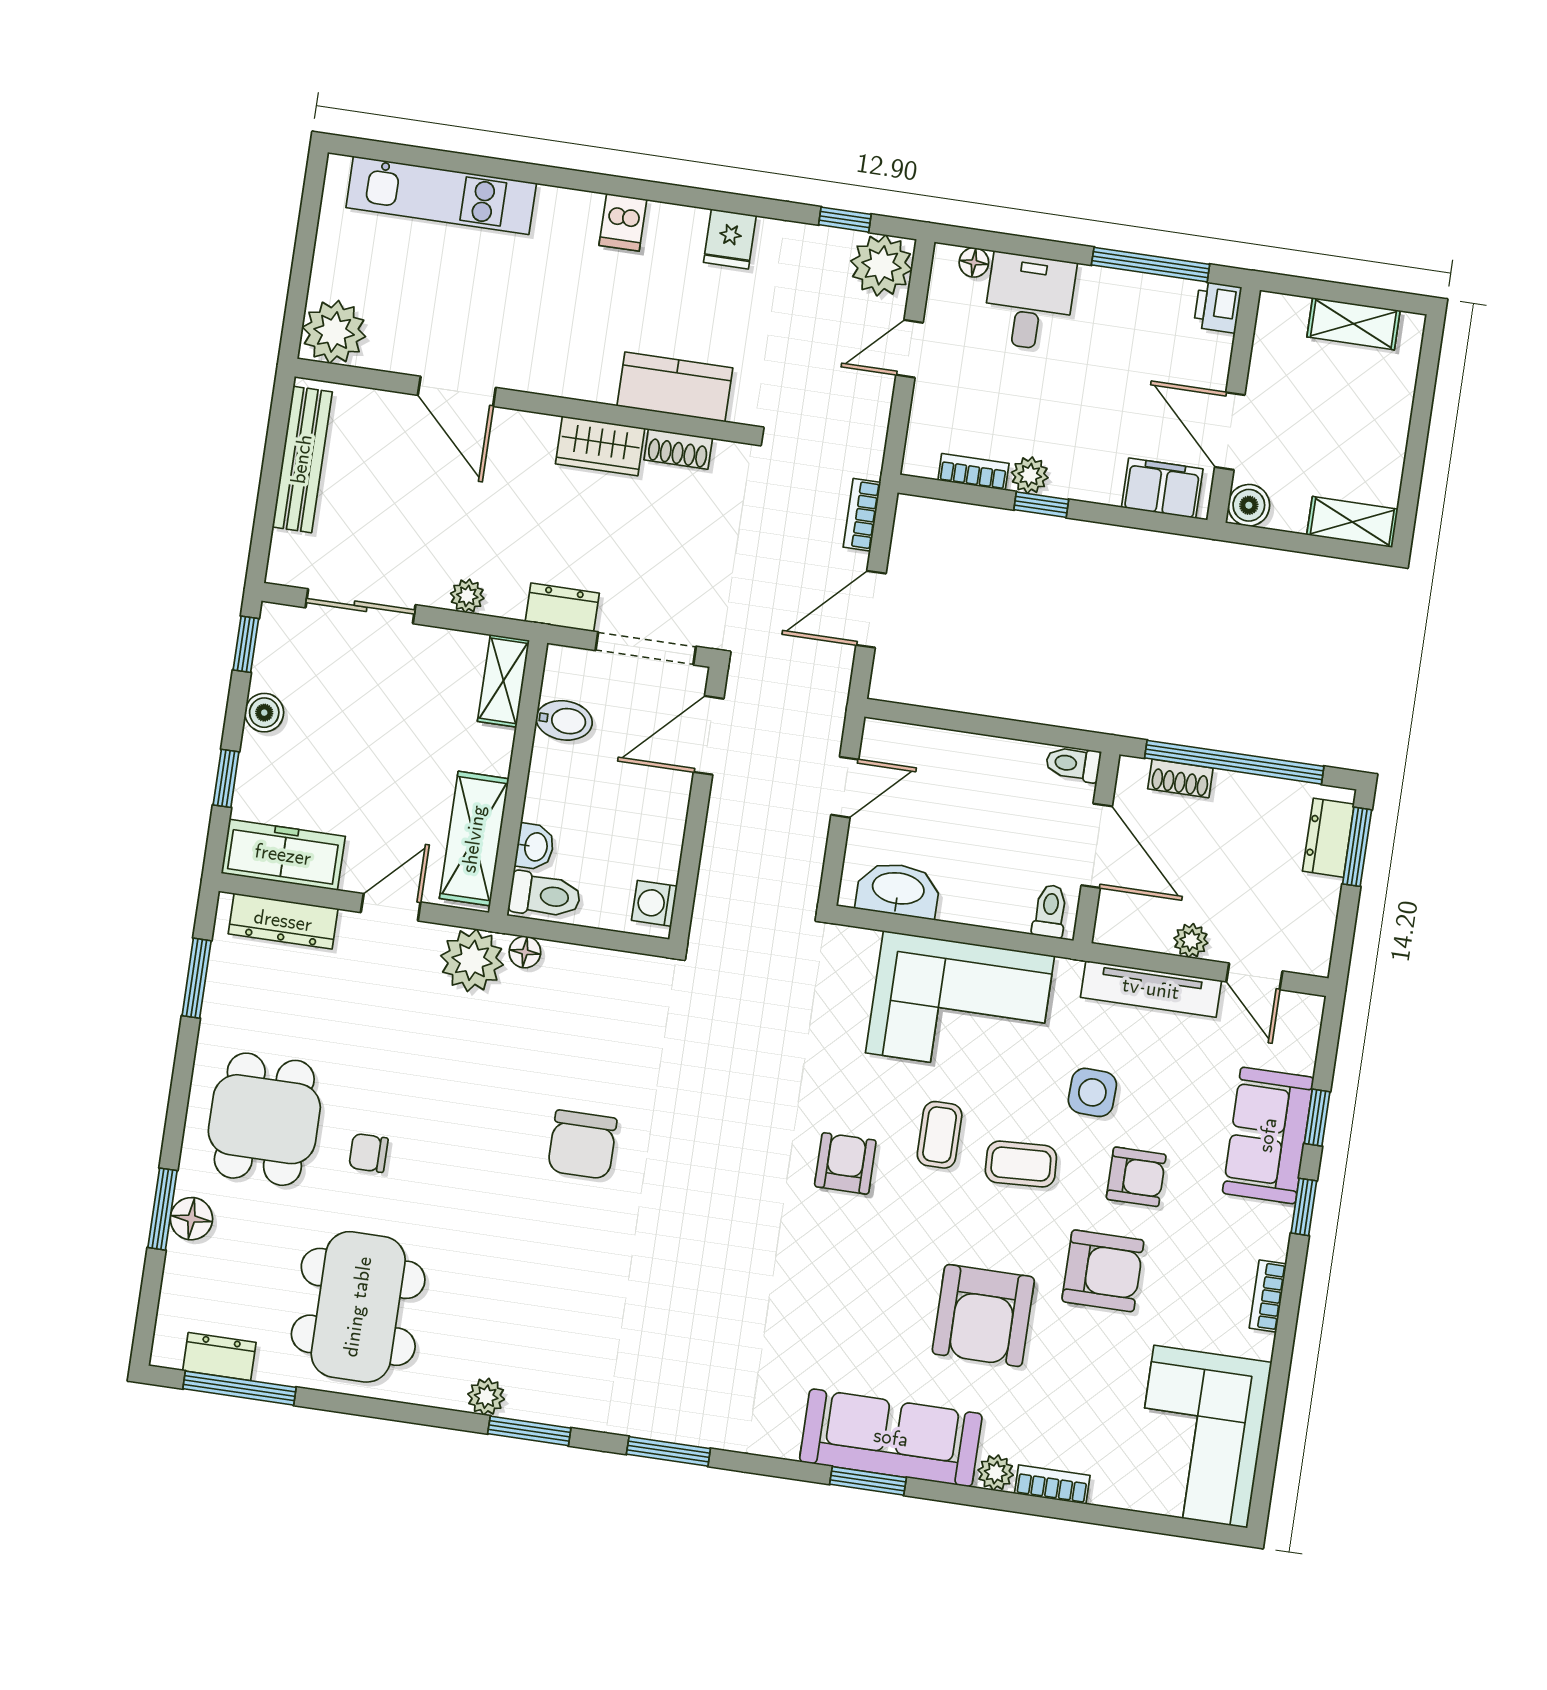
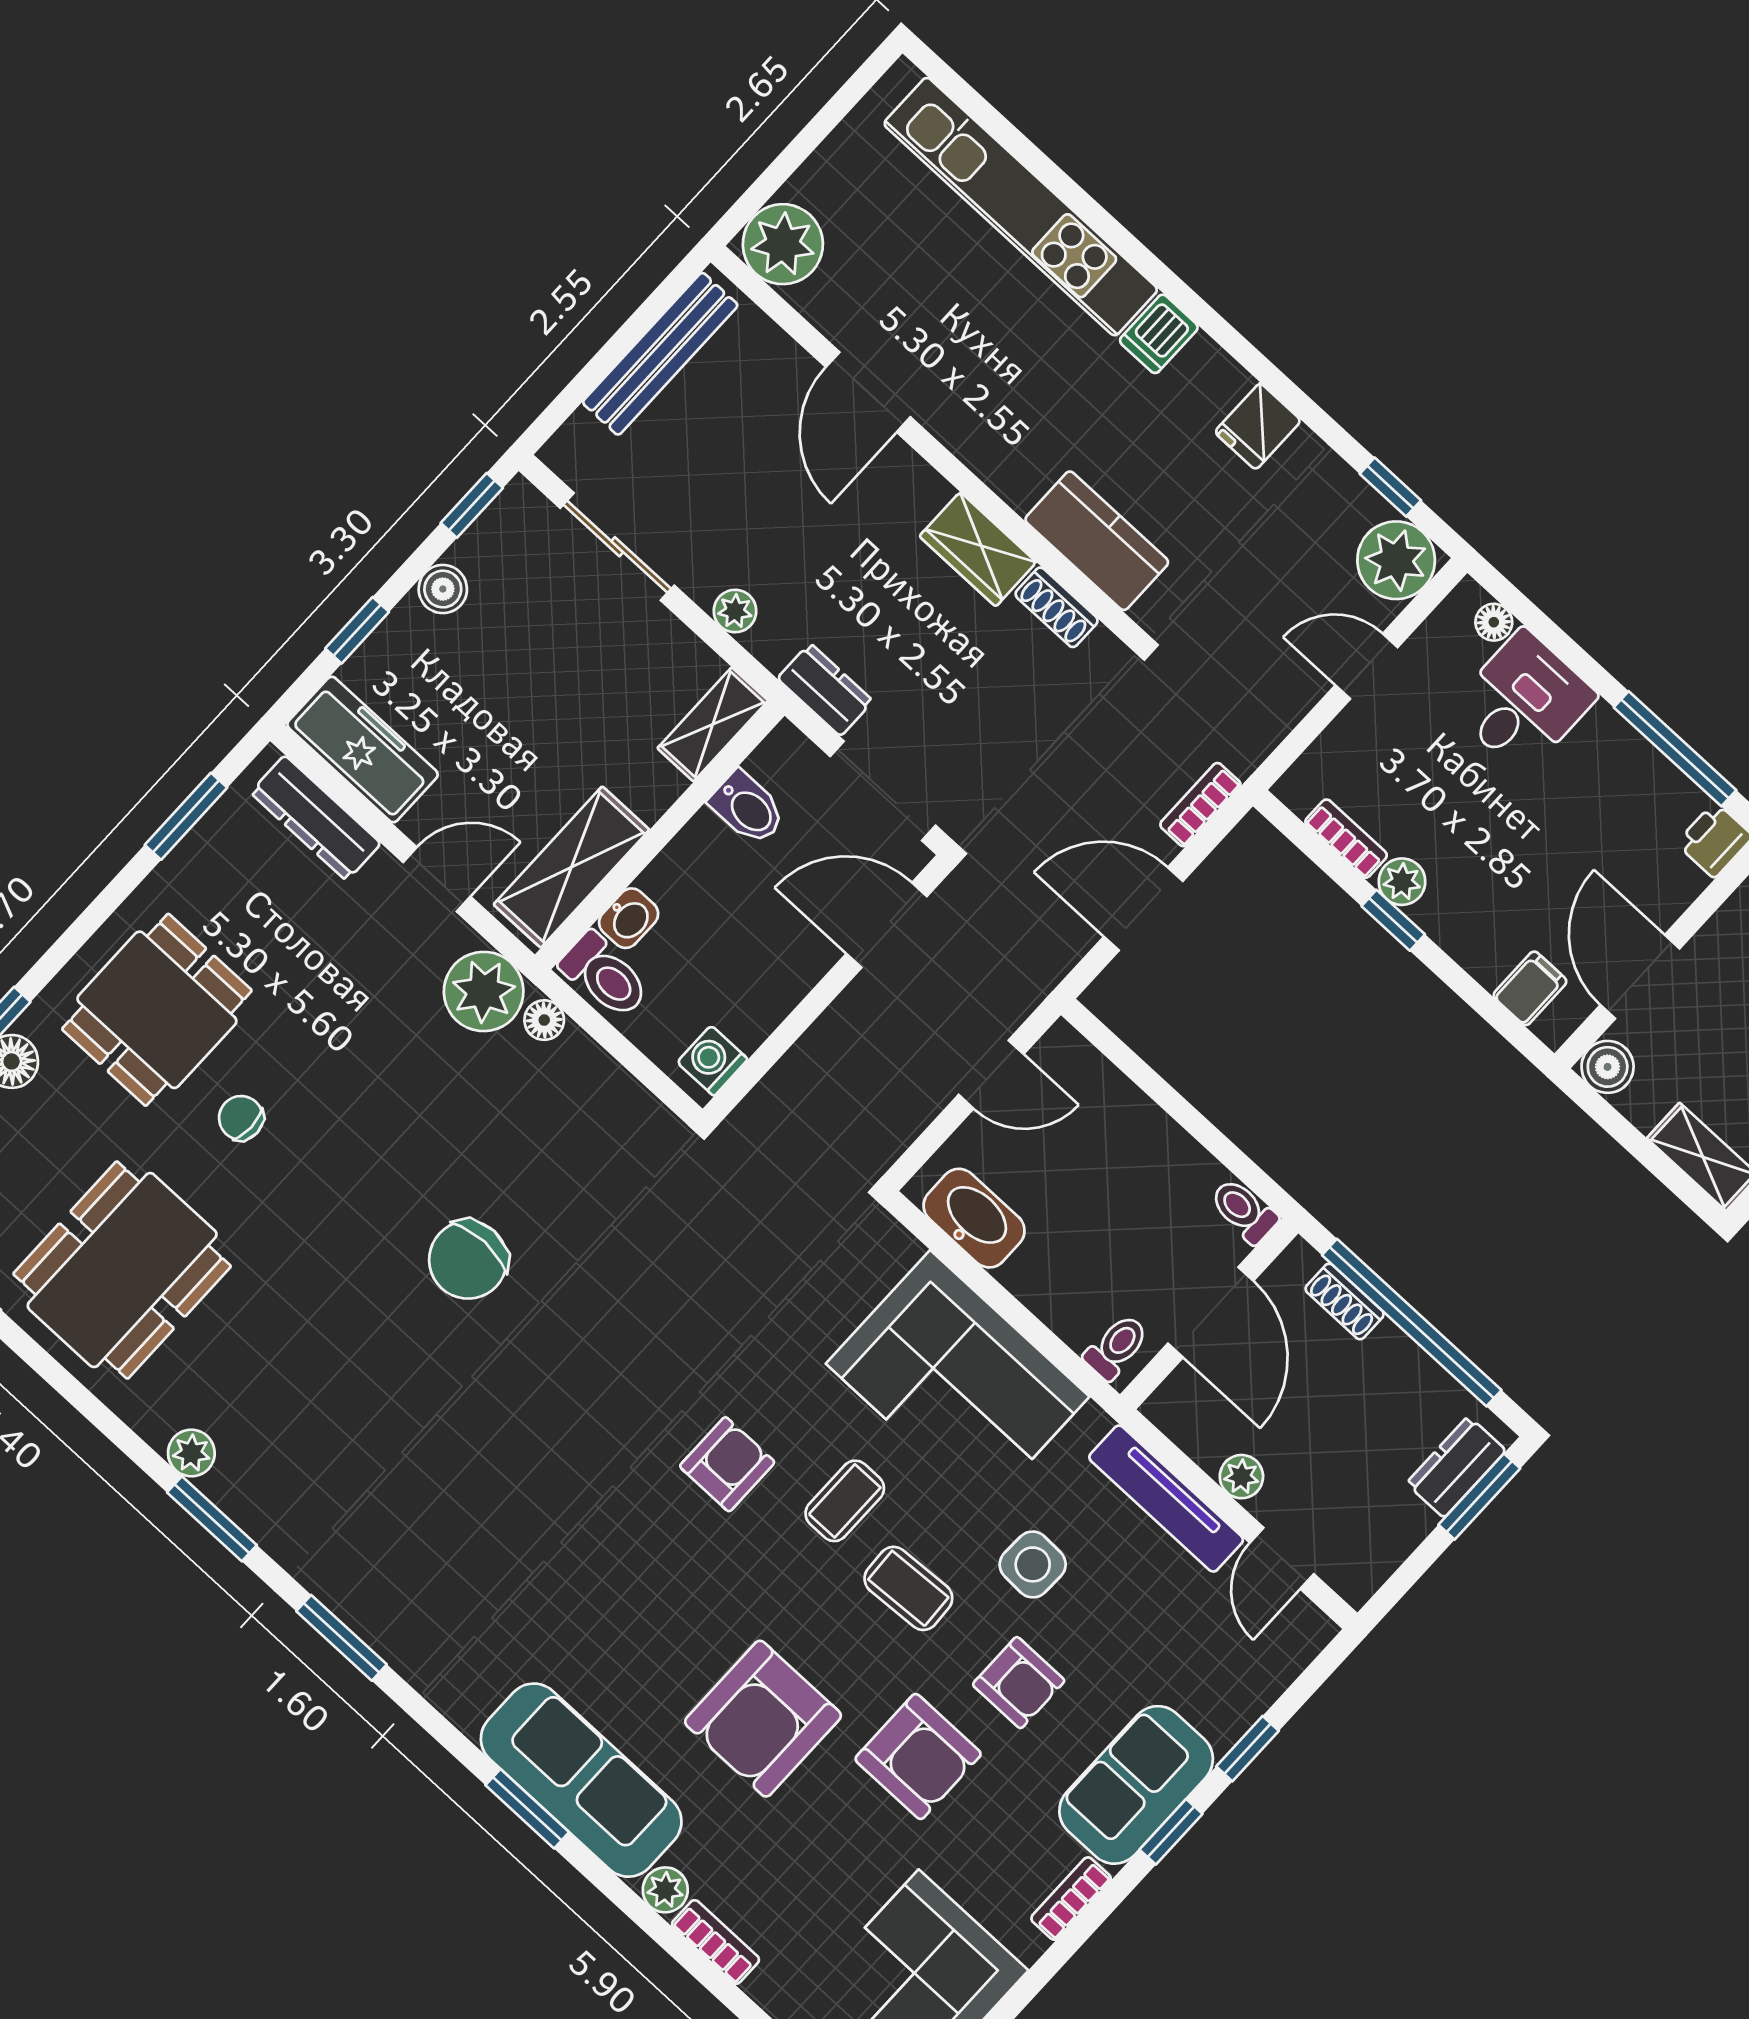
kitchen unit: (441, 195) -> (1021, 207), width x1.36
filing cabinet: (1162, 488) -> (1530, 988), width x0.50
sofa: (1268, 1135) -> (1136, 1785), moved

